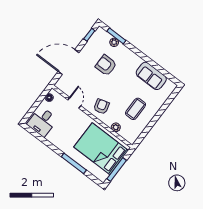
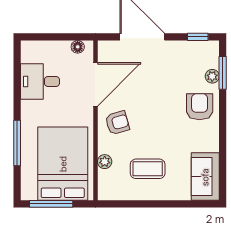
armchair: (106, 65) -> (200, 107), moved
sofa: (151, 76) -> (205, 177), moved
door: (74, 103) -> (95, 84), width x1.88
desk: (42, 122) -> (40, 82), moved

